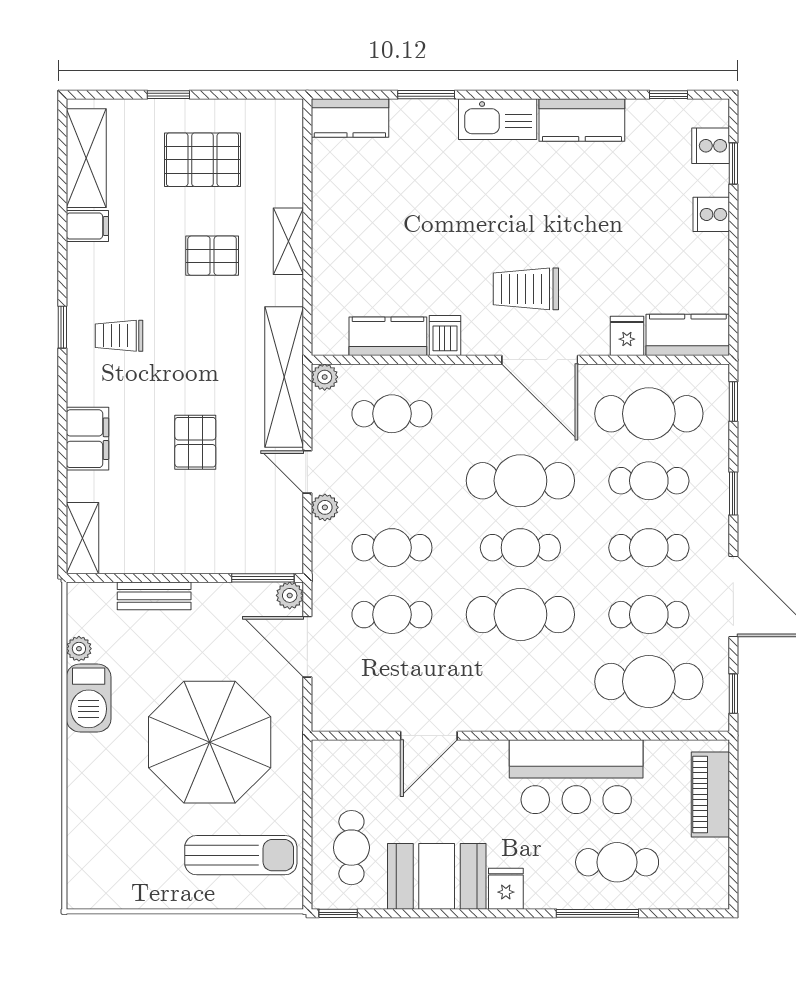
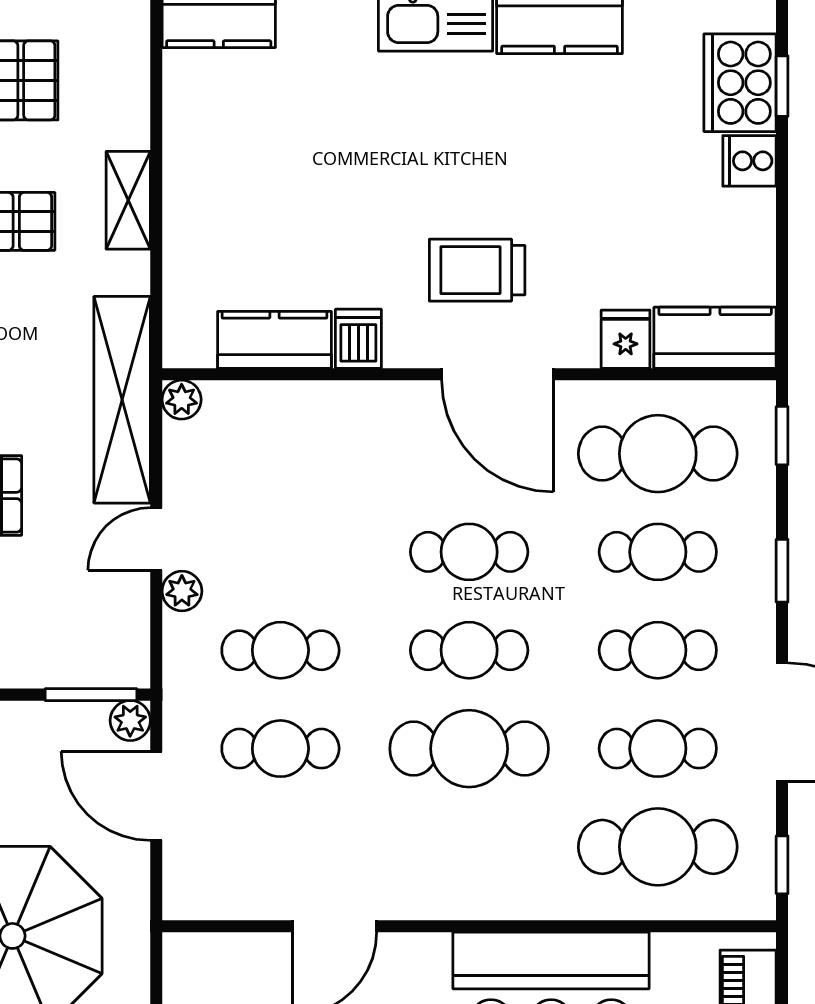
cooker: (711, 146) -> (740, 83), width x1.87, depth x1.31
cafe table: (392, 414) -> (280, 454), removed
door: (307, 472) -> (156, 539), hinge flipped
cafe table: (520, 481) -> (469, 552), width x0.73, depth x0.74

